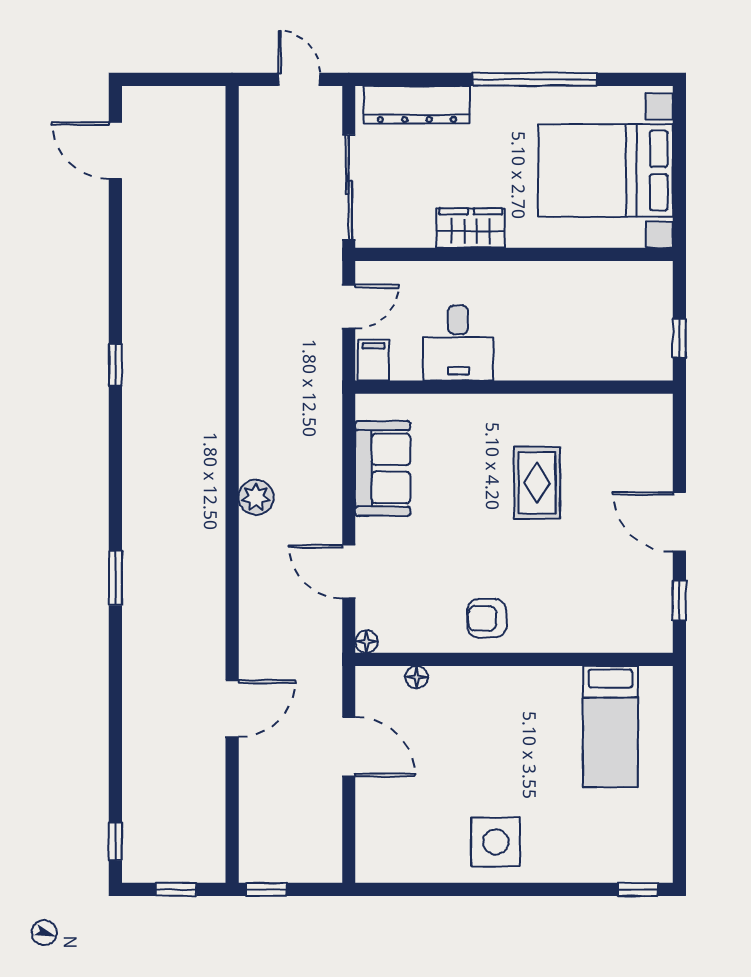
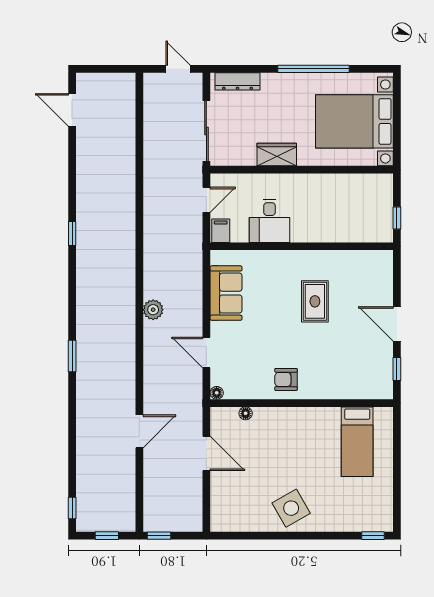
dresser: (417, 105) -> (238, 81), width x0.73, depth x0.80
side table: (496, 842) -> (291, 508), turned -30

